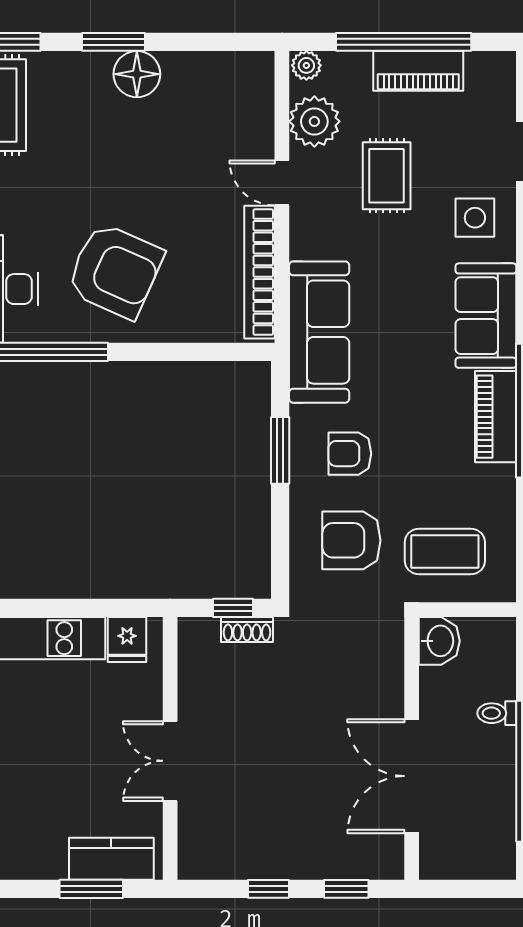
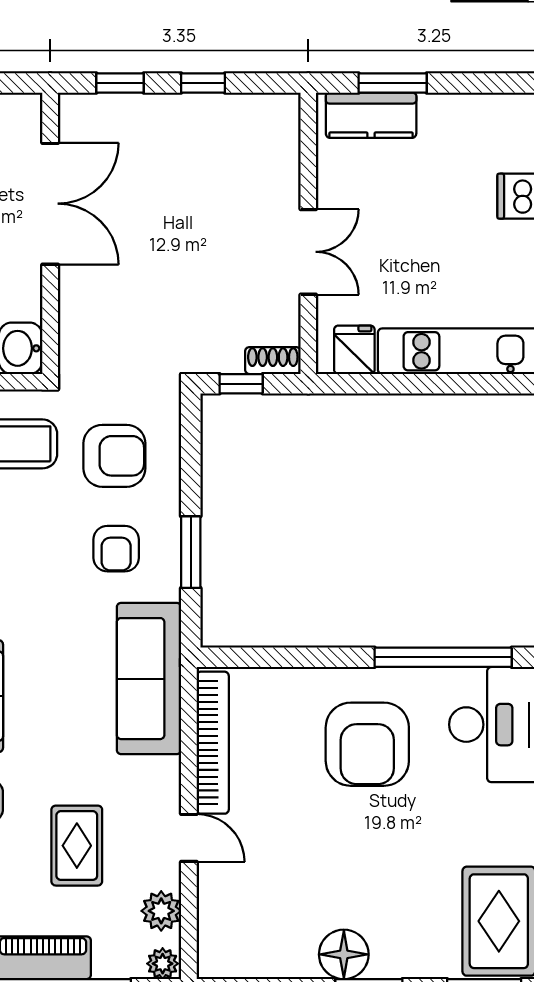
plant: (314, 121) -> (161, 911), width x0.73, depth x0.73
armchair: (115, 271) -> (367, 744), turned -114
armchair: (350, 454) -> (116, 549), turned 90
shoe rack: (247, 629) -> (273, 361), moved
double door: (170, 761) -> (308, 252), moved

